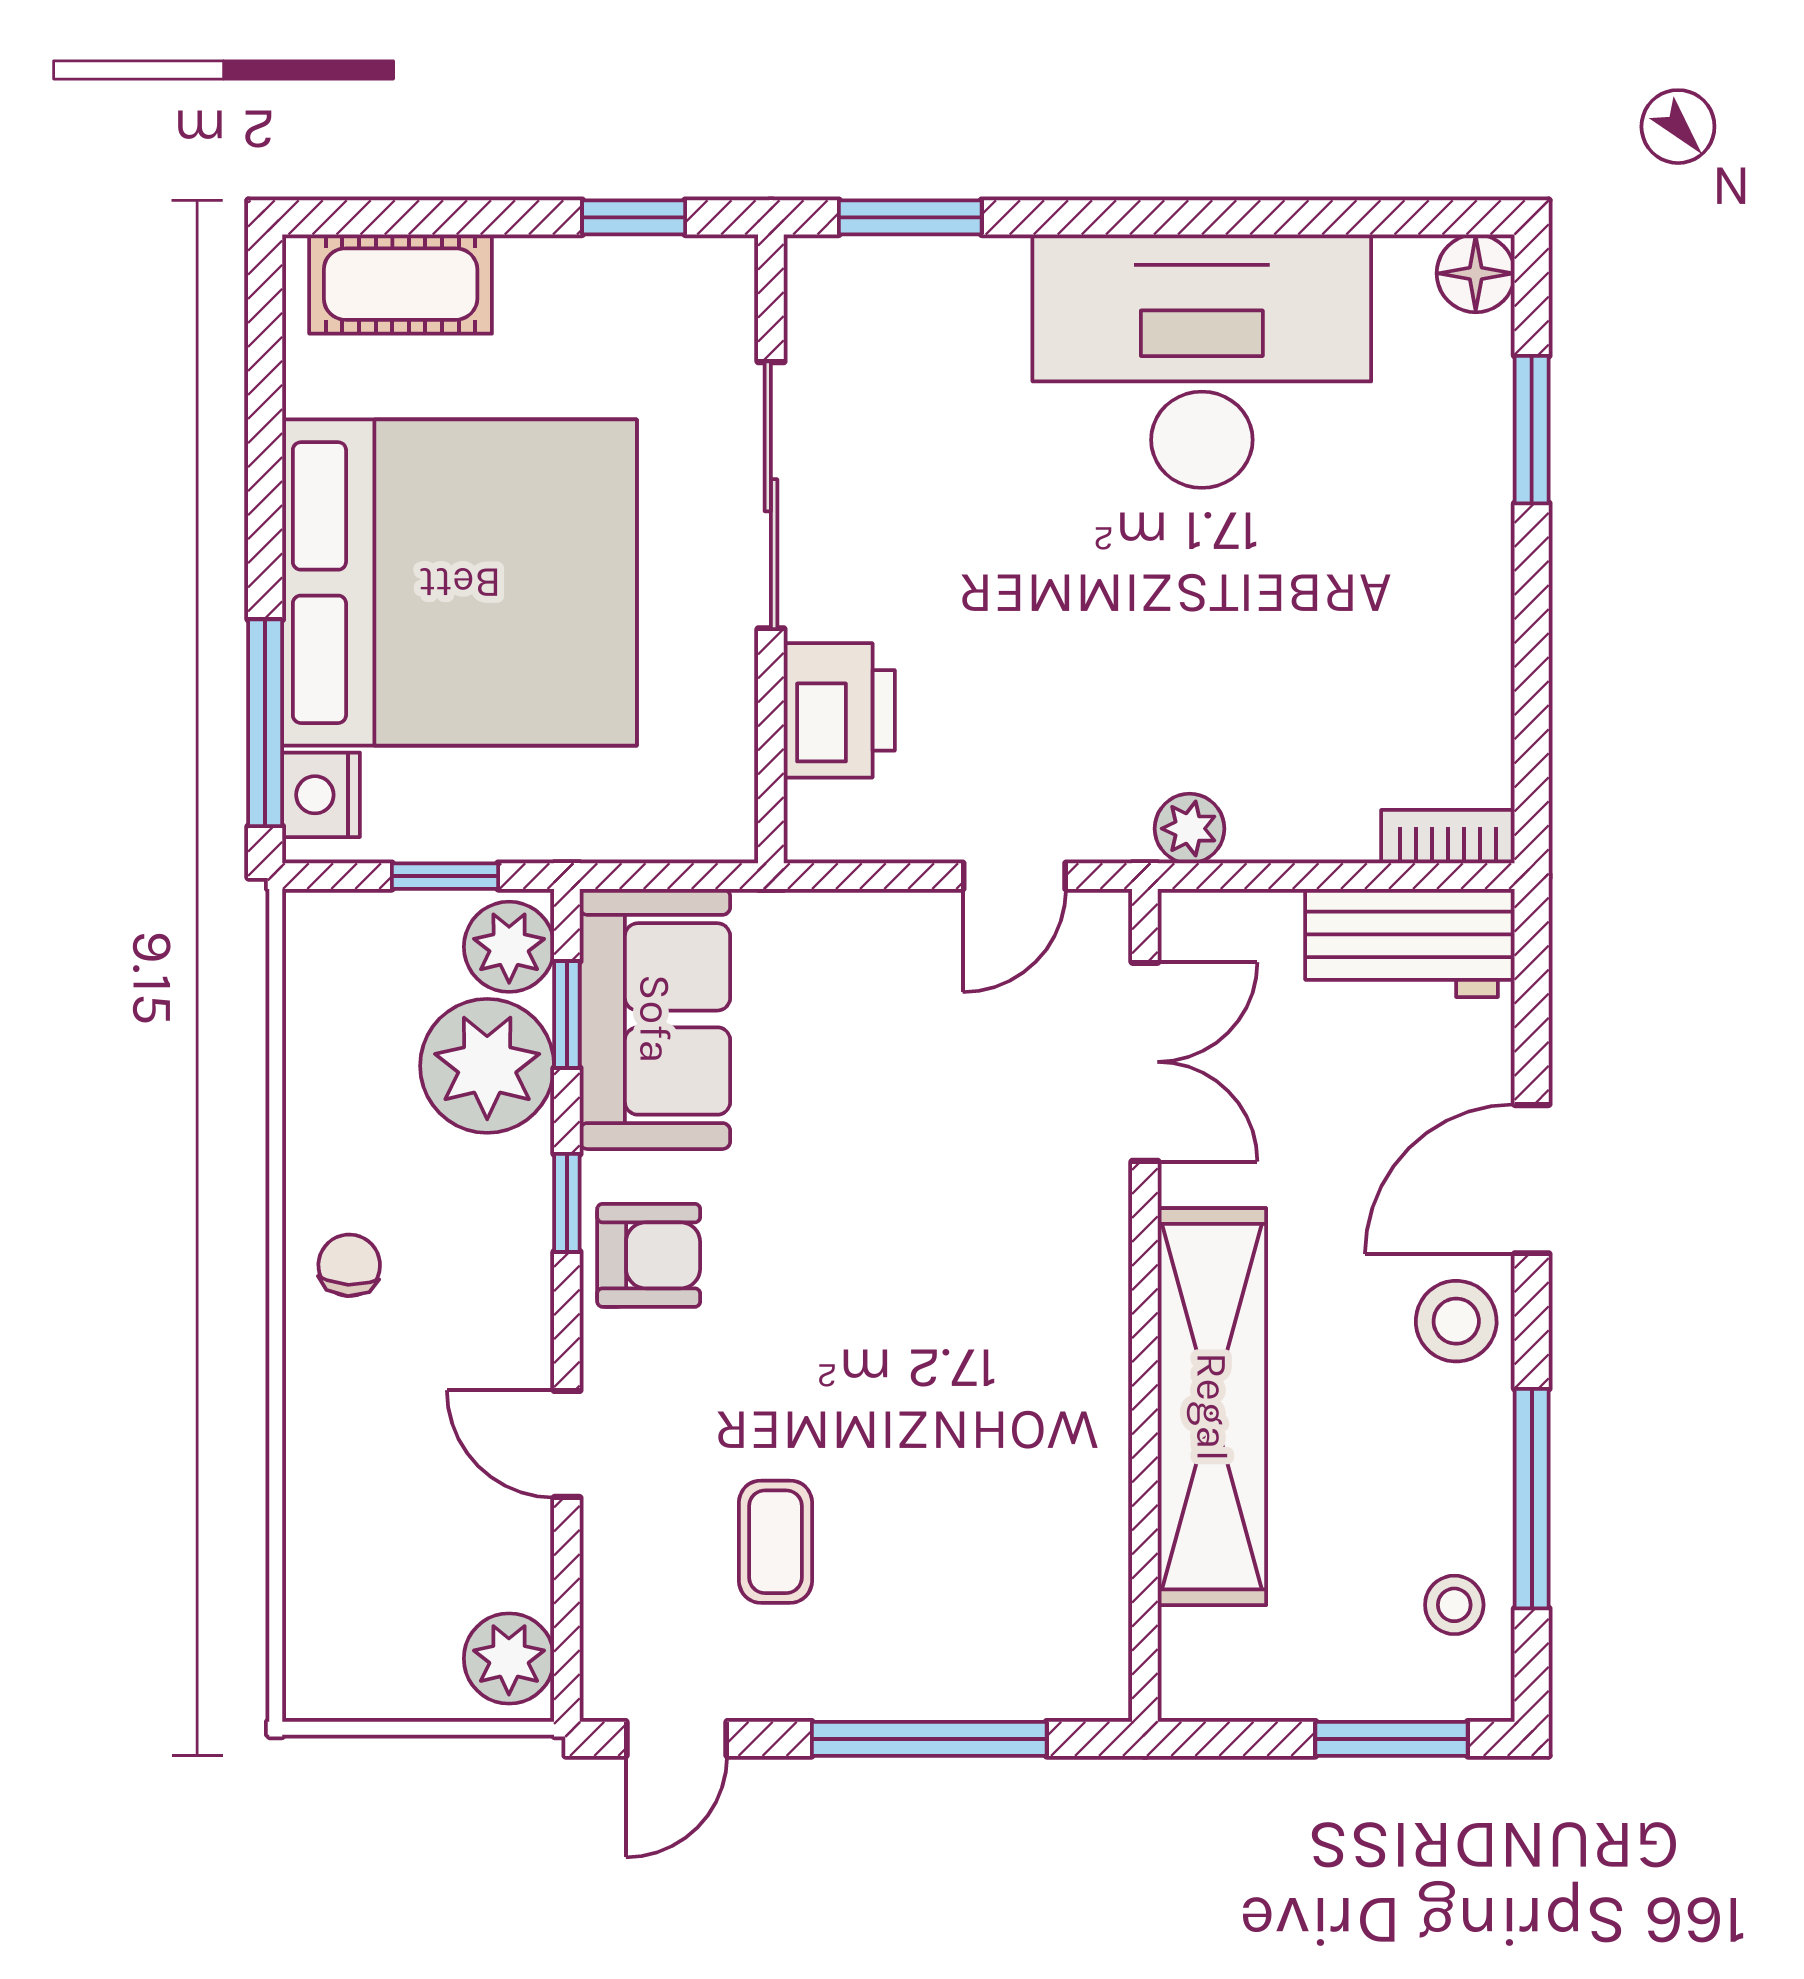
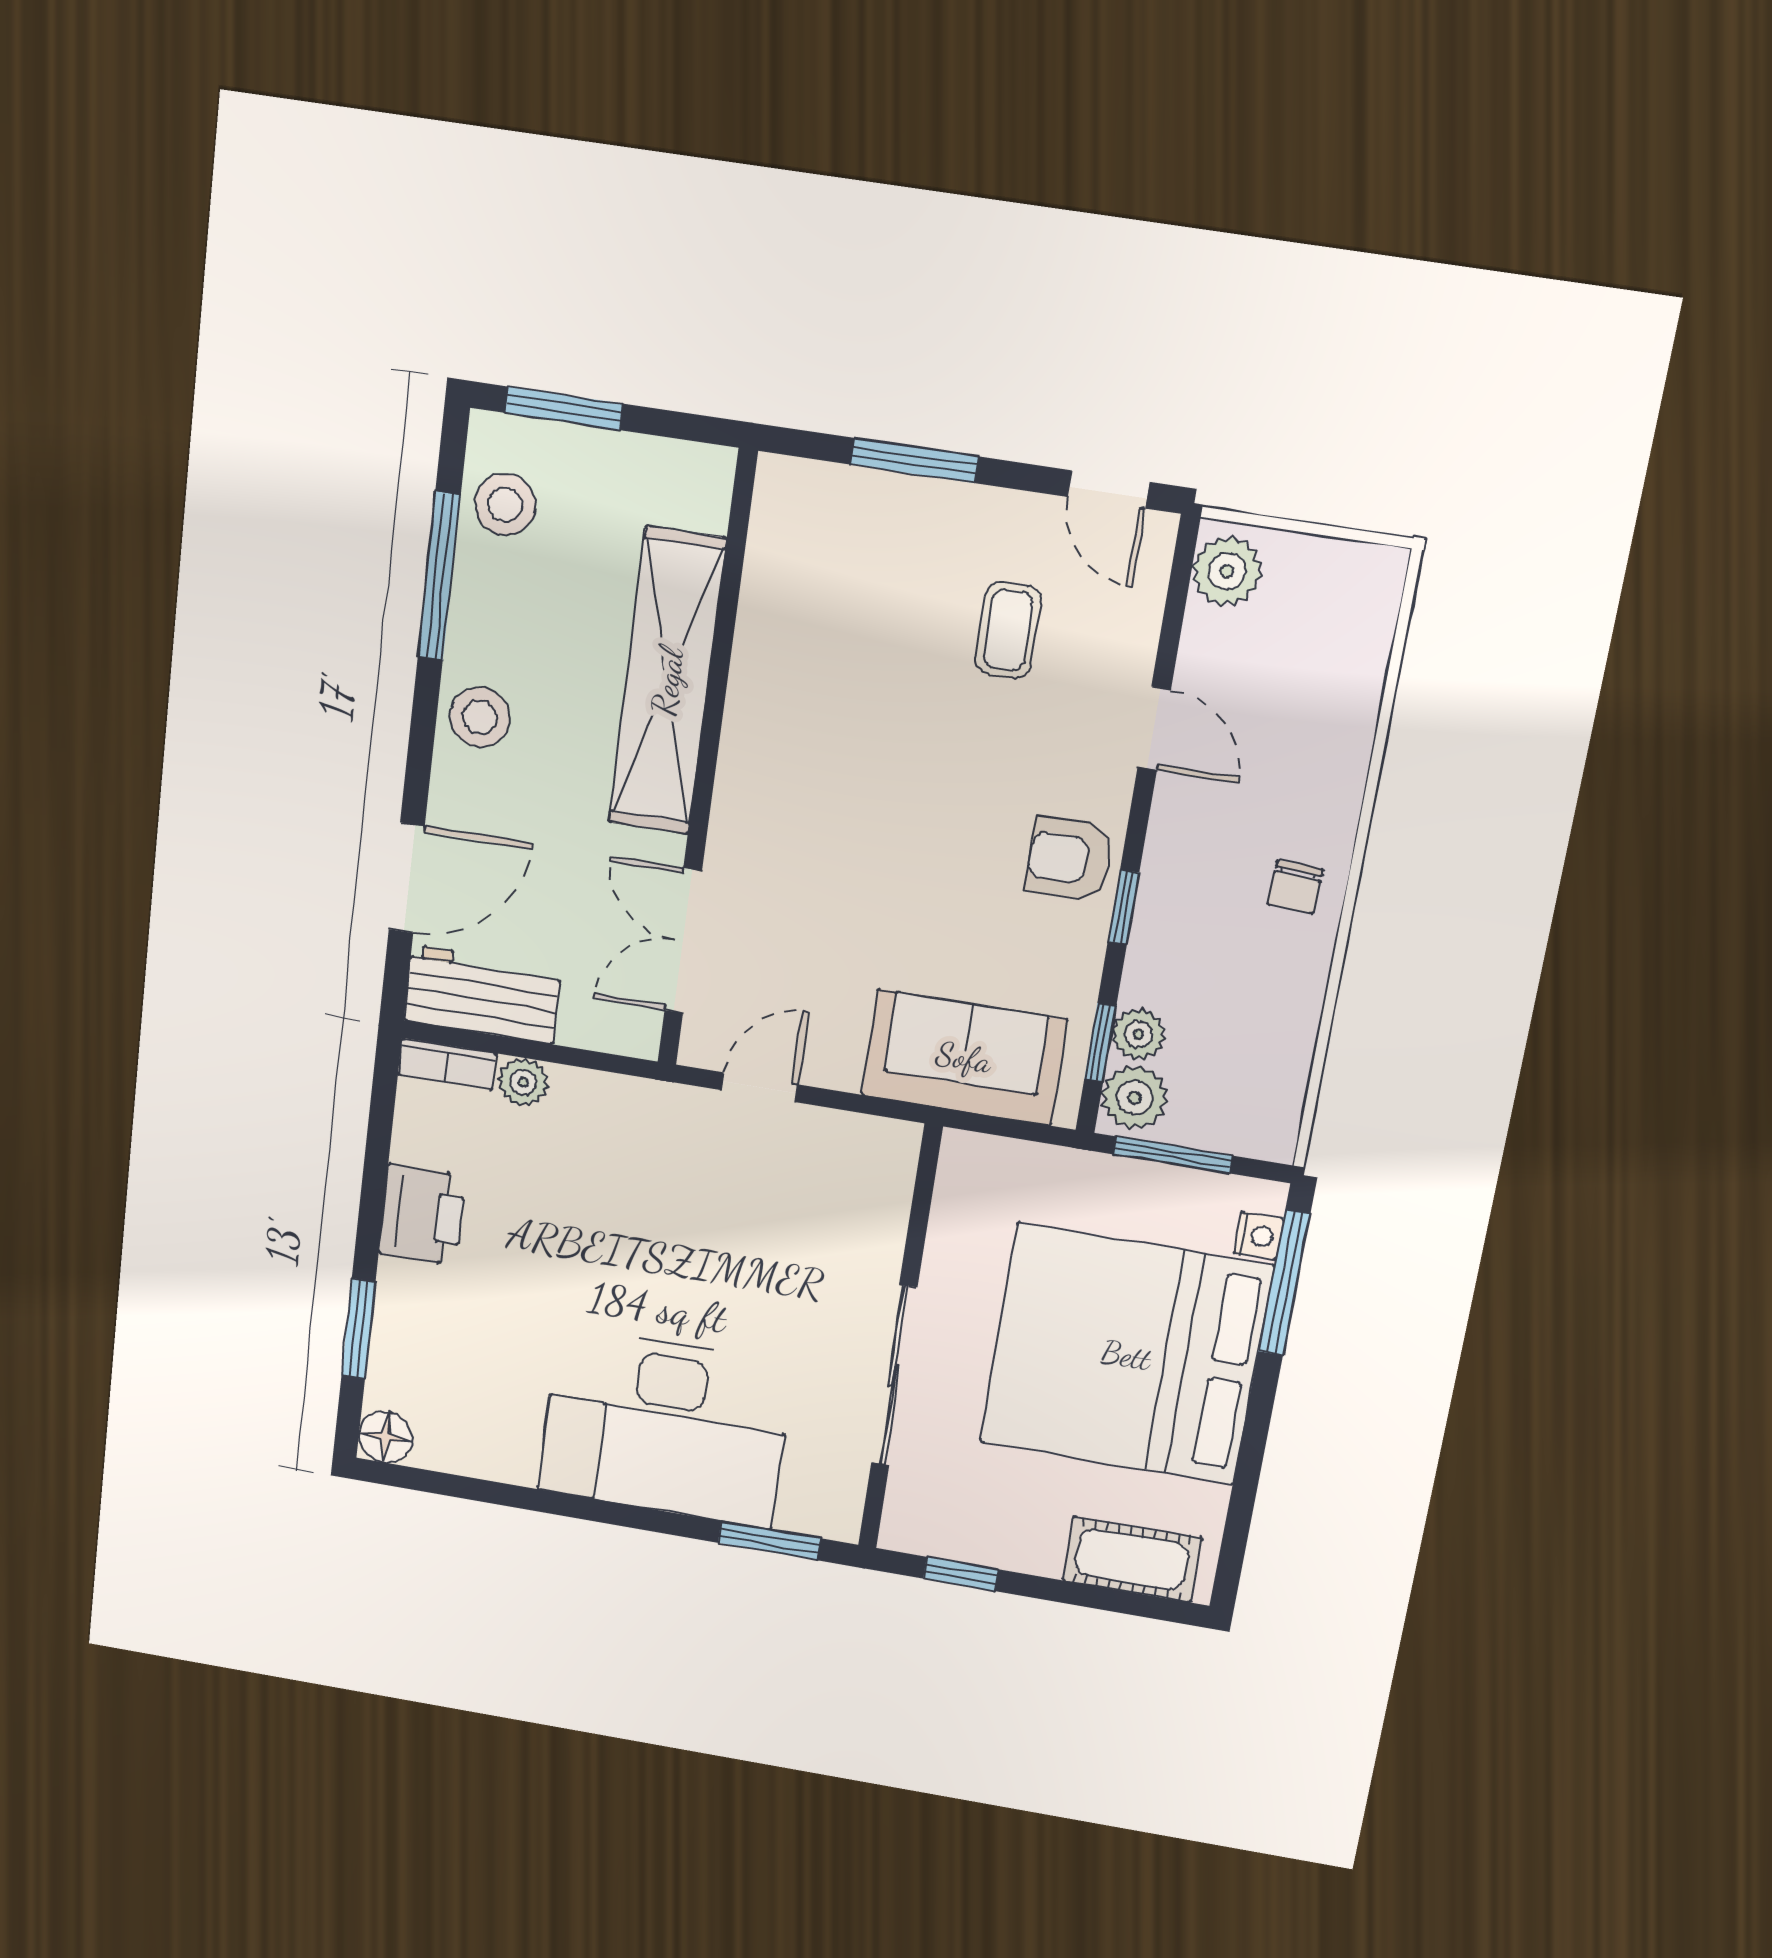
desk: (1202, 361) -> (666, 1427), moved
printer: (839, 710) -> (422, 1215), moved, turned 180
nightstand: (321, 795) -> (1259, 1236), width x0.72, depth x0.74
plant: (1189, 829) -> (523, 1082), moved
window: (445, 876) -> (1173, 1155), width x1.50
sofa: (655, 1019) -> (964, 1057), moved, turned 90
plant: (487, 1066) -> (1138, 1034), width x0.53, depth x0.53
door: (1532, 1179) -> (407, 878), moved
stool: (1454, 1605) -> (505, 505), width x1.37, depth x1.37
door: (676, 1739) -> (1108, 489), swing flipped
window: (929, 1739) -> (914, 461), width x0.69

